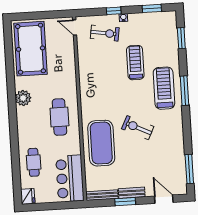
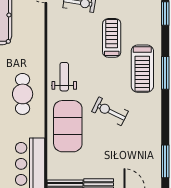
treadmill: (164, 88) -> (142, 69), turned 180
weight bench: (95, 99) -> (64, 77), added

